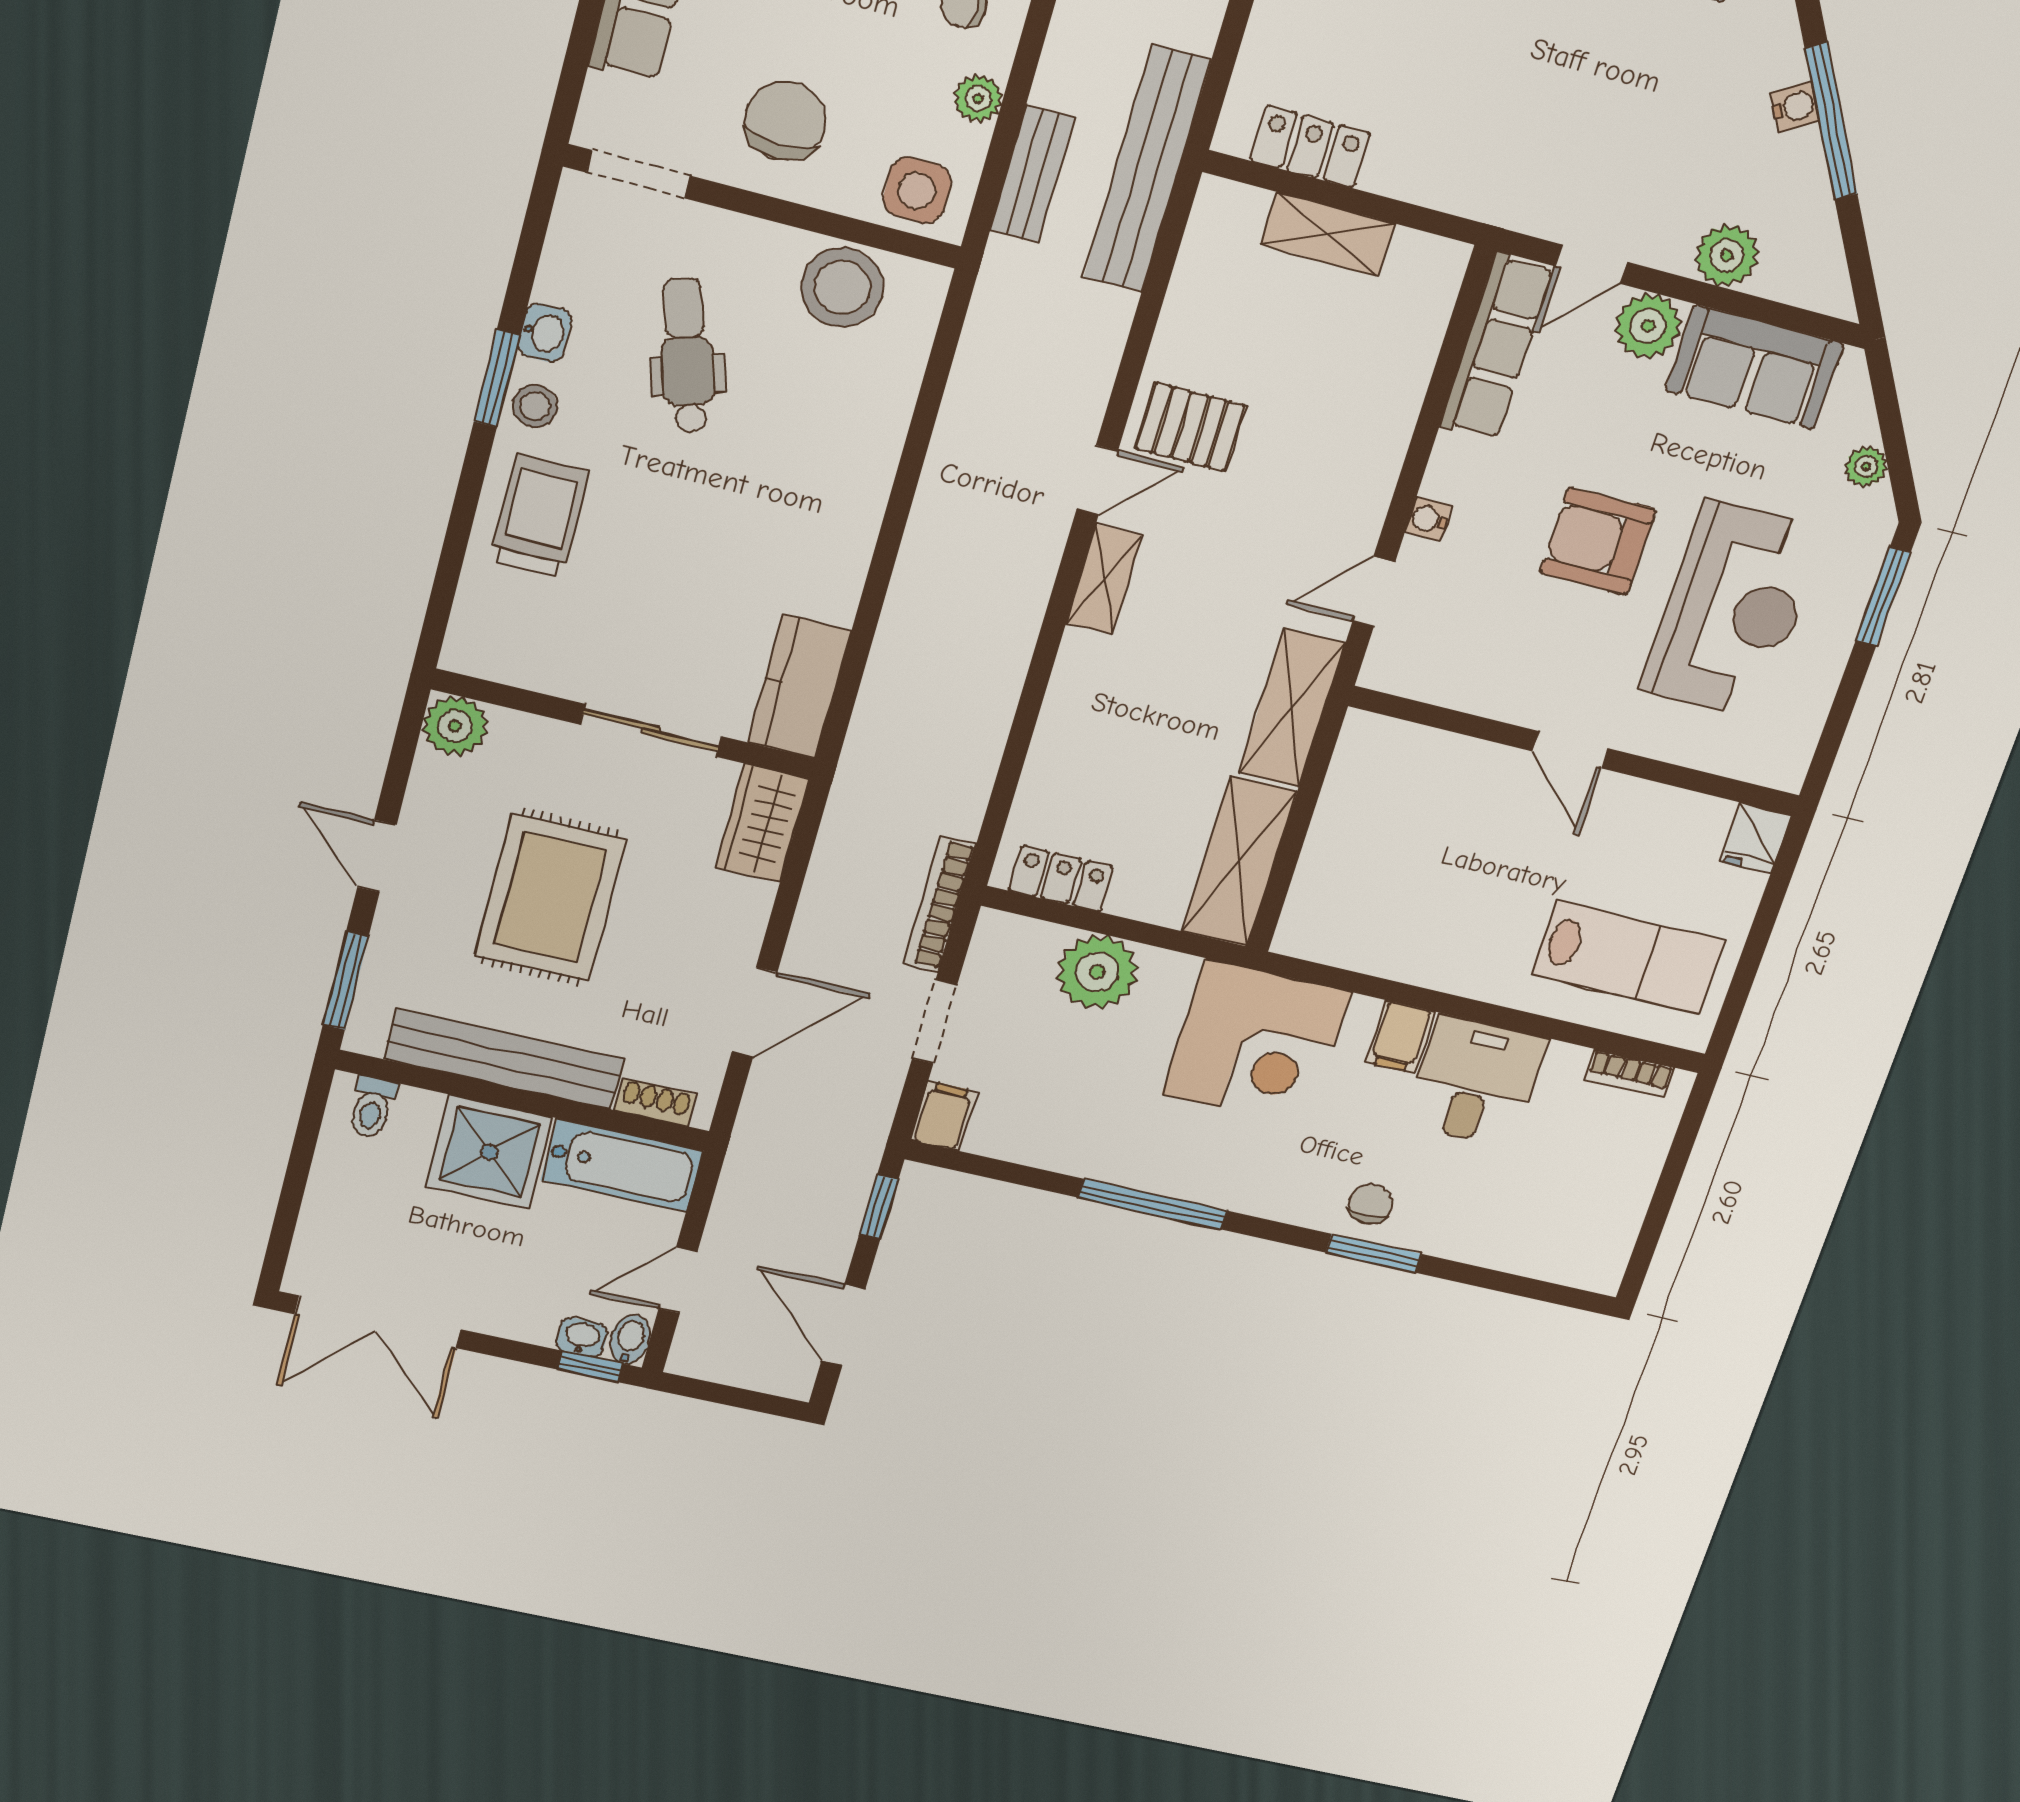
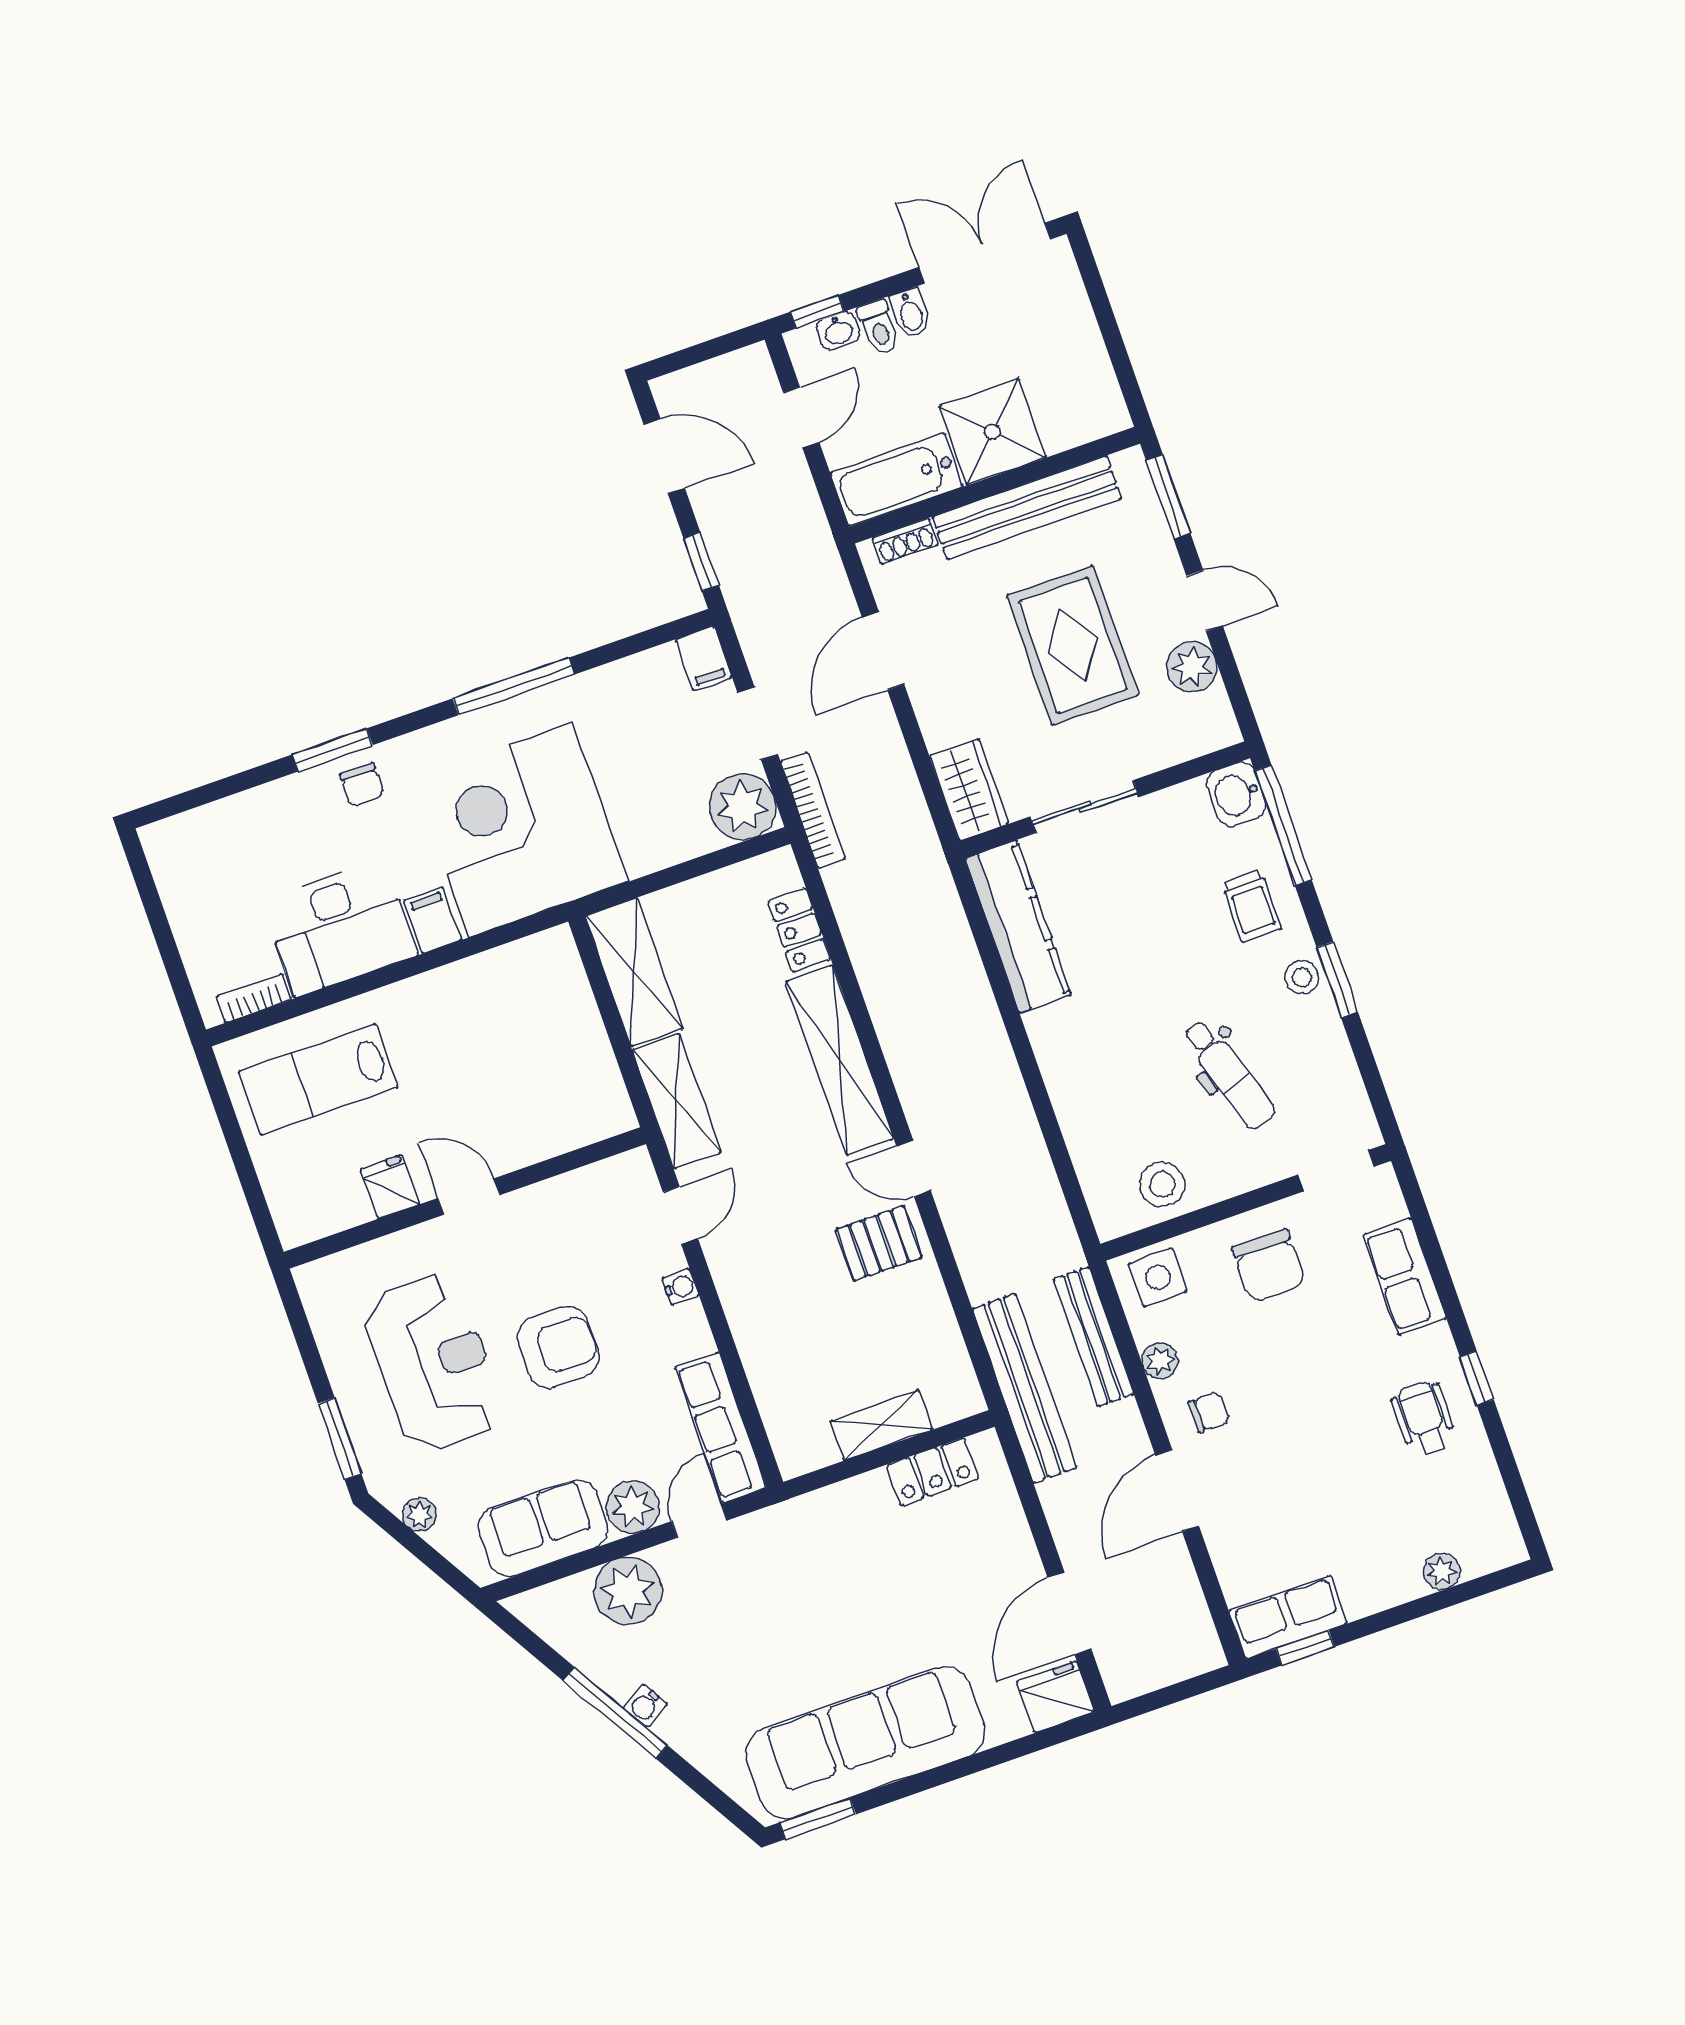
bench: (1032, 174) -> (1094, 1337), width x1.36
plant: (1727, 256) -> (628, 1591), width x1.36, depth x1.36
stool: (842, 287) -> (1162, 1184), width x0.73, depth x0.73
washbasin: (545, 333) -> (1236, 794), moved, width x1.38, depth x1.45
door: (1097, 480) -> (914, 1168), hinge flipped
trolley: (540, 516) -> (1252, 906), width x0.73, depth x0.72
window: (447, 577) -> (1283, 825), added
shelving: (1104, 579) -> (840, 1060), width x2.20, depth x1.33
reception desk: (1733, 609) -> (434, 1363), turned 180
kitchen counter: (799, 687) -> (1018, 927), width x1.50
plant: (455, 726) -> (1192, 667), moved
fridge: (1756, 838) -> (390, 1187), moved
locker: (1061, 879) -> (799, 930), moved, turned 90
plant: (1097, 972) -> (743, 807), moved
corner desk: (1256, 1043) -> (521, 830), width x1.36, depth x1.36
desk: (1475, 1081) -> (340, 928), width x1.37
toilet: (372, 1107) -> (878, 327), moved, turned 180
bidet: (630, 1339) -> (911, 313), moved

